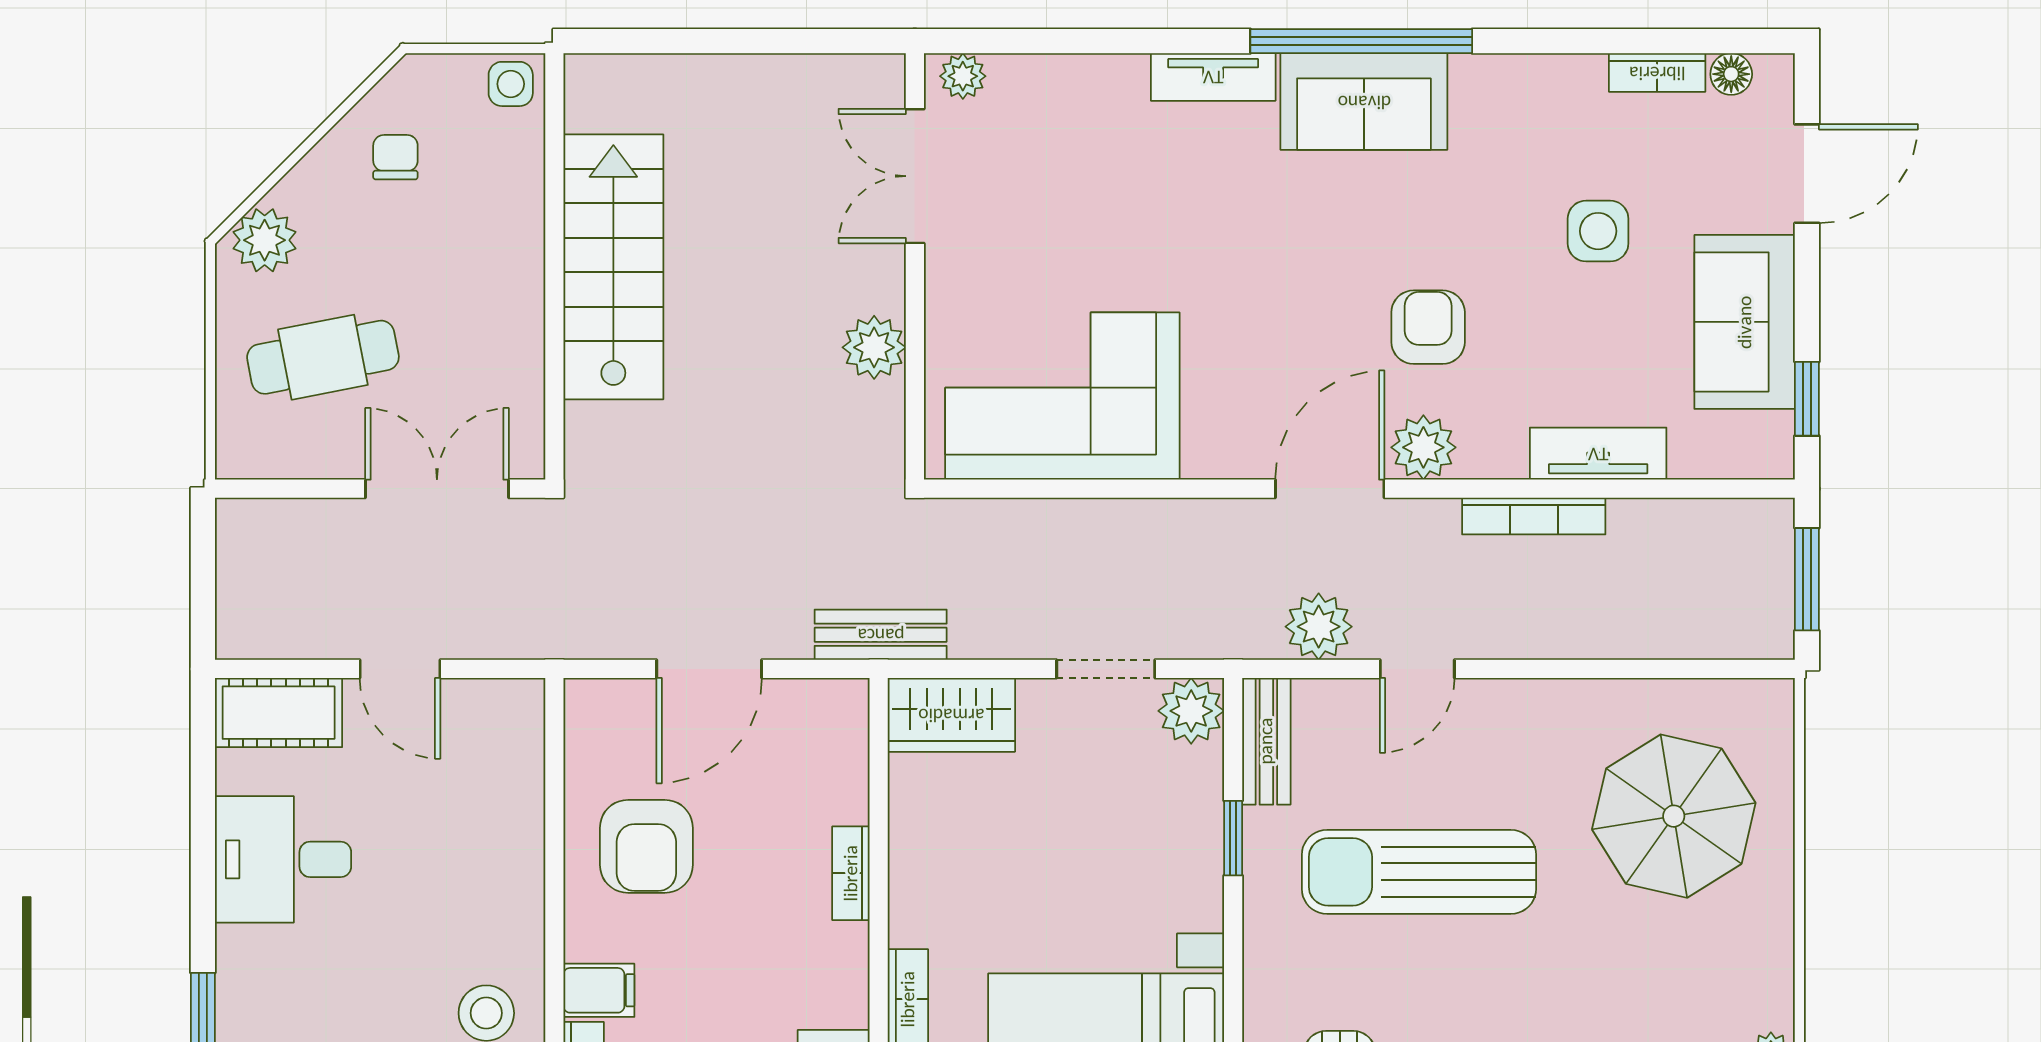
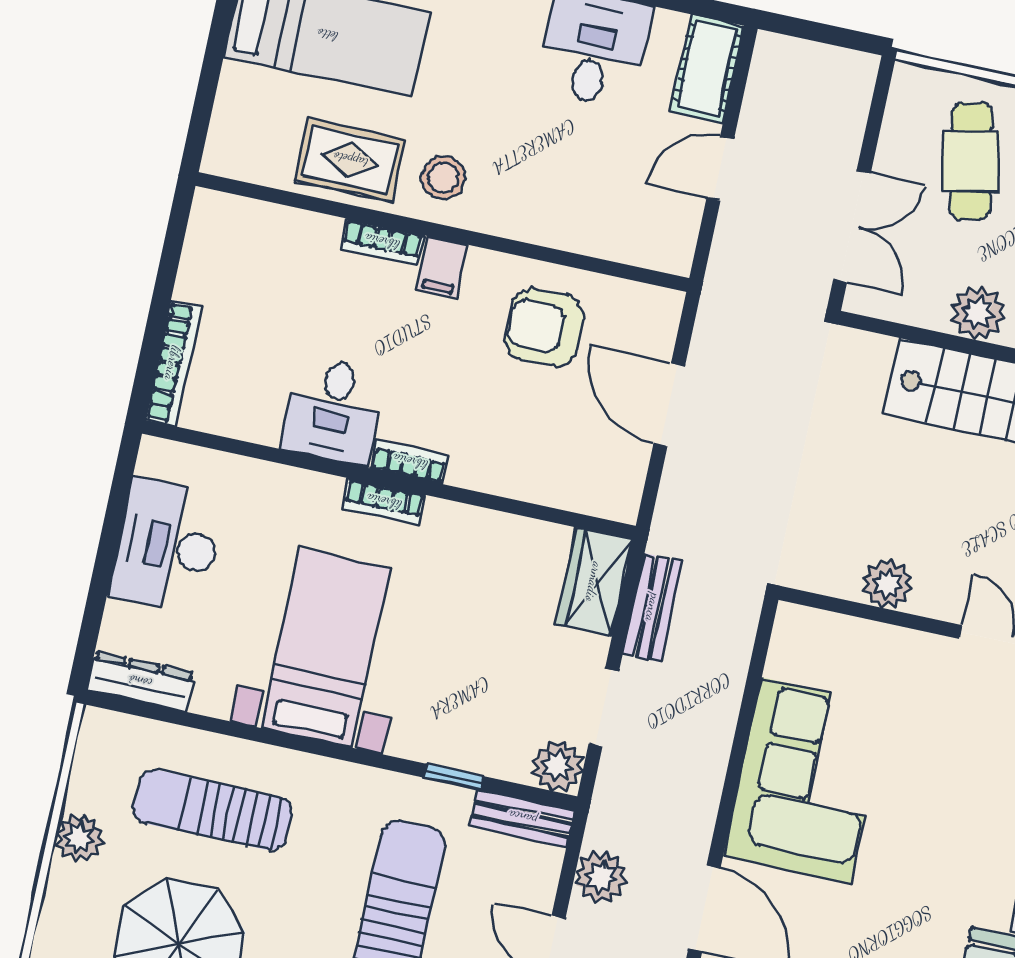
plant: (510, 307) -> (978, 313), added
corner sofa: (1062, 396) -> (806, 781), moved
bench: (881, 635) -> (653, 608), moved
bookcase: (851, 873) -> (410, 462), moved

